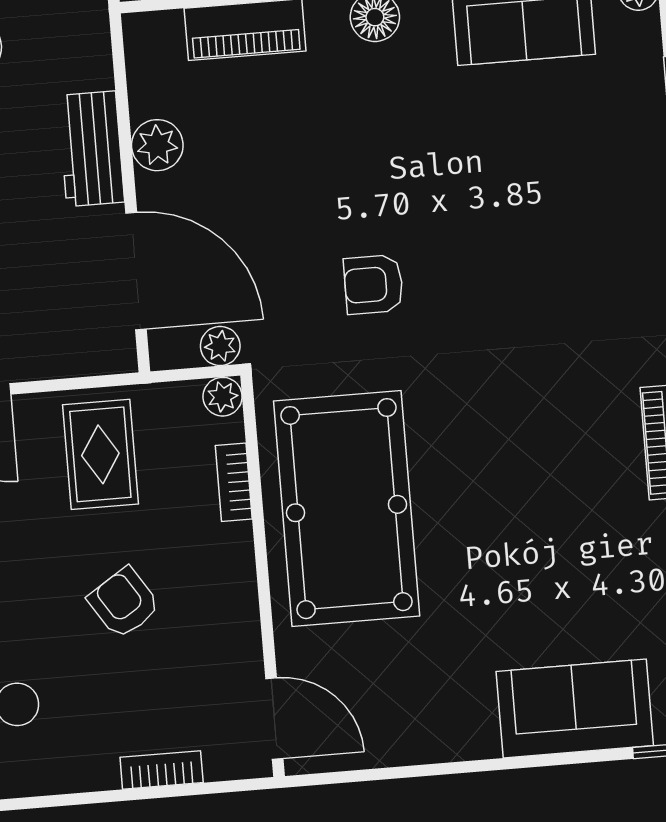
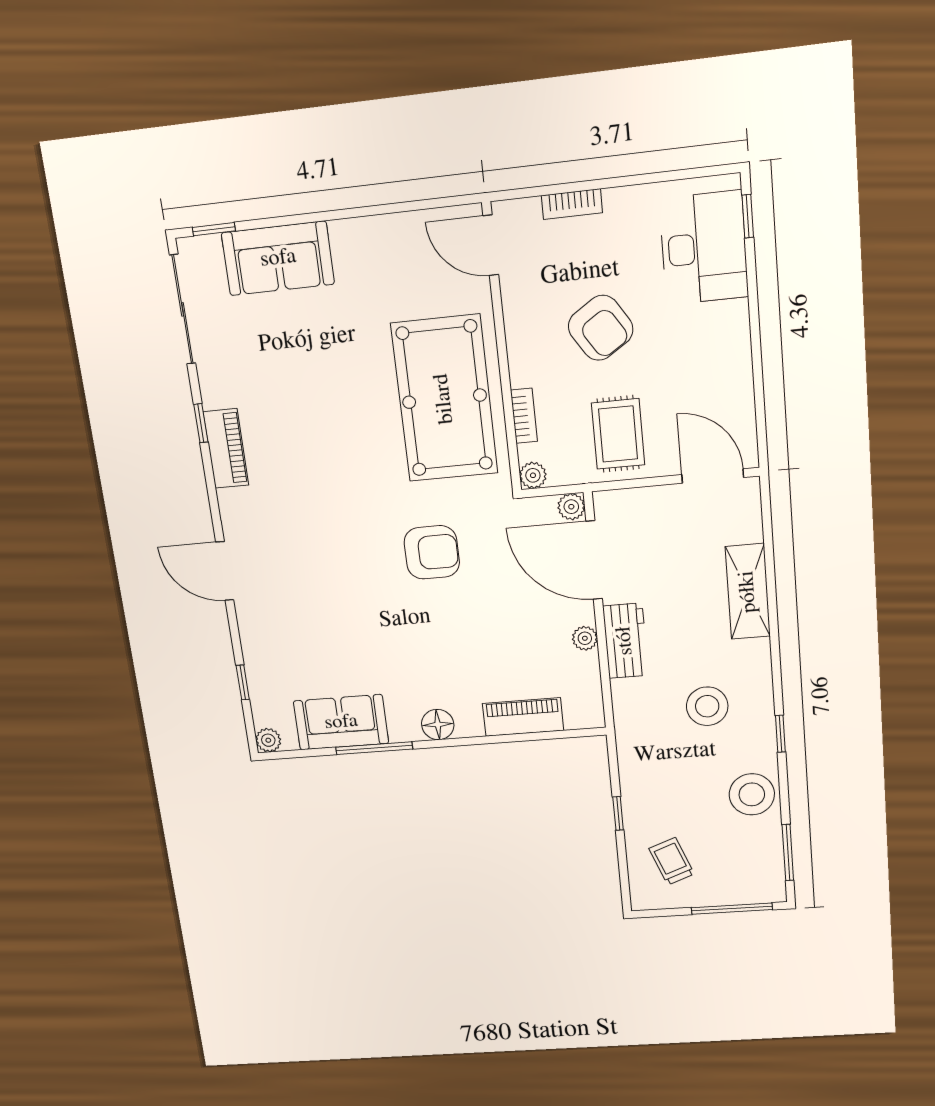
plant: (157, 145) -> (585, 638), width x0.73, depth x0.73
armchair: (373, 284) -> (432, 552), width x1.38, depth x1.38
plant: (220, 346) -> (571, 507), moved
armchair: (124, 603) -> (601, 328), width x1.38, depth x1.38

